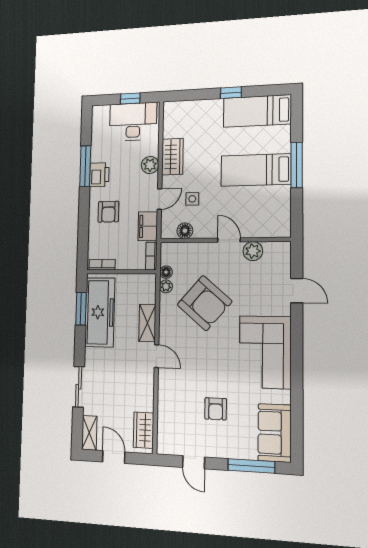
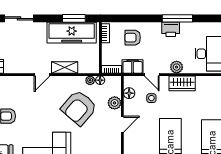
armchair: (108, 212) -> (133, 38), moved
plant: (253, 251) -> (115, 103), moved

